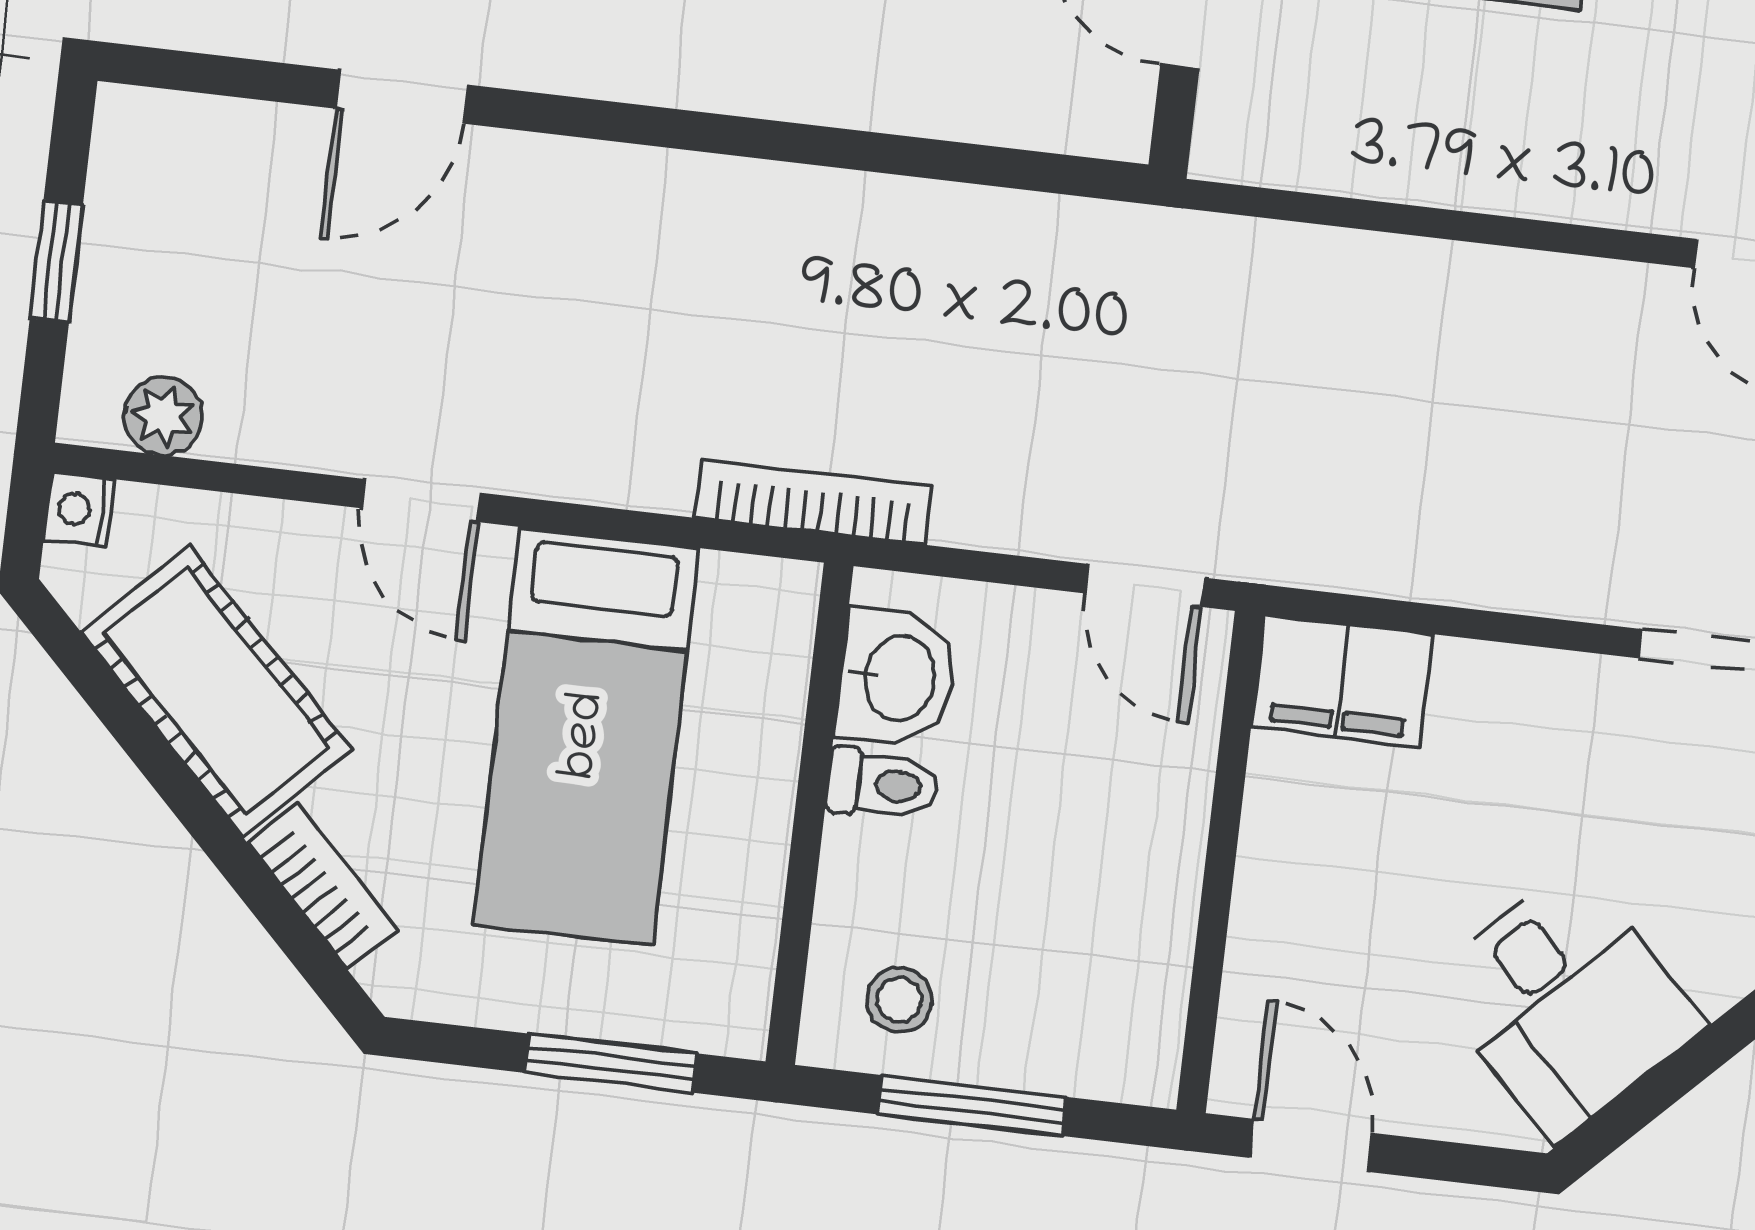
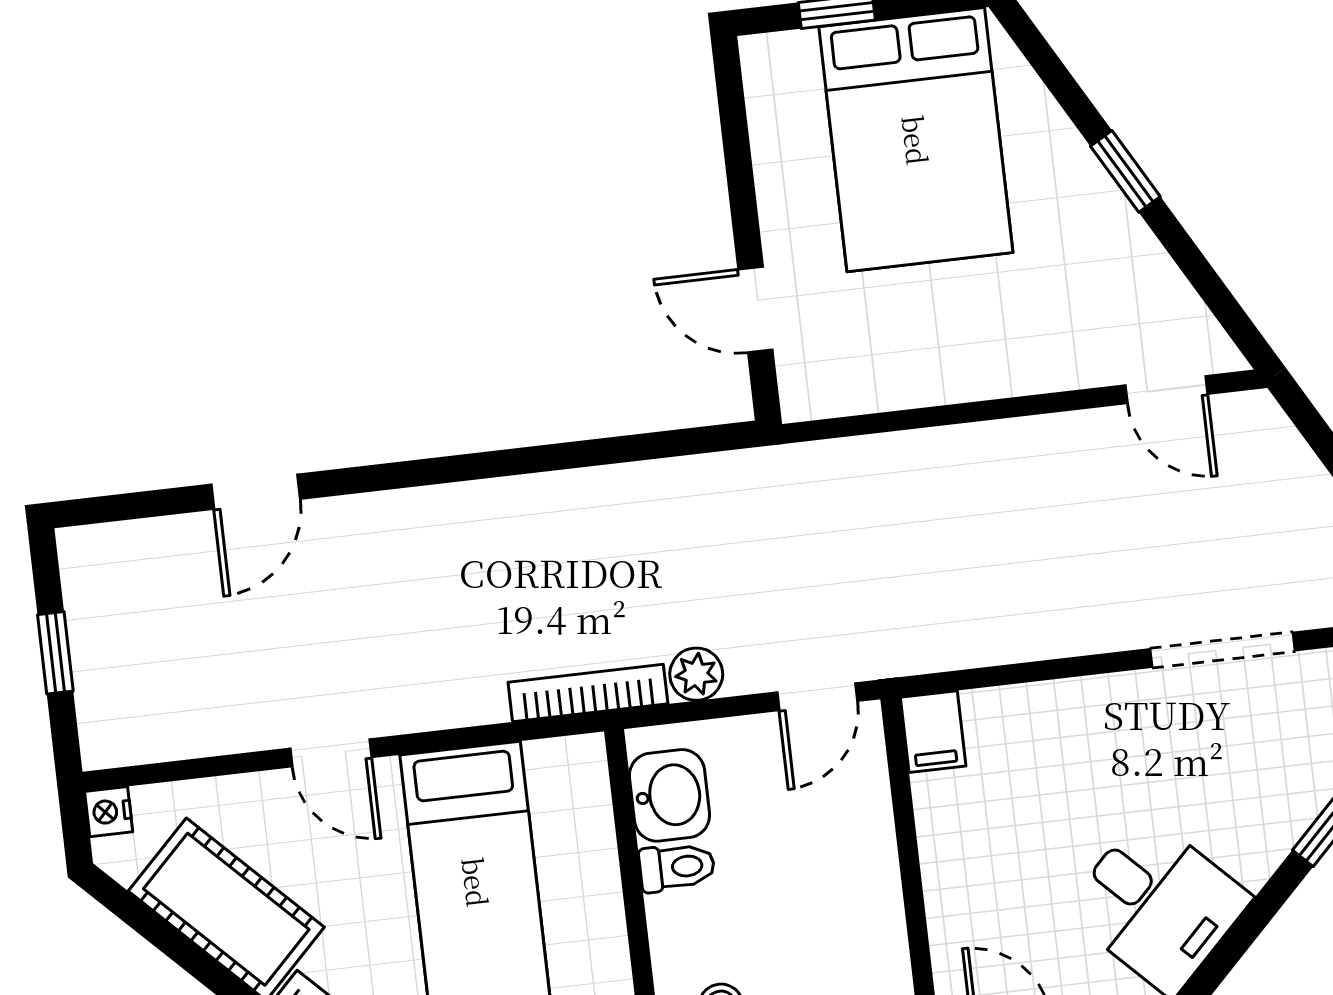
plant: (163, 416) -> (696, 674), moved
door: (1144, 585) -> (817, 697), hinge flipped
filing cabinet: (1342, 681) -> (933, 732), width x0.50

